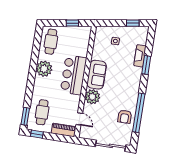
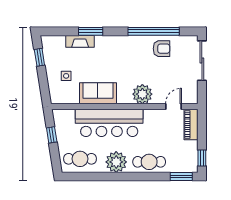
bar counter: (74, 75) -> (109, 123), width x1.36
sofa: (97, 75) -> (98, 93), moved
cafe table: (42, 112) -> (149, 162), moved

